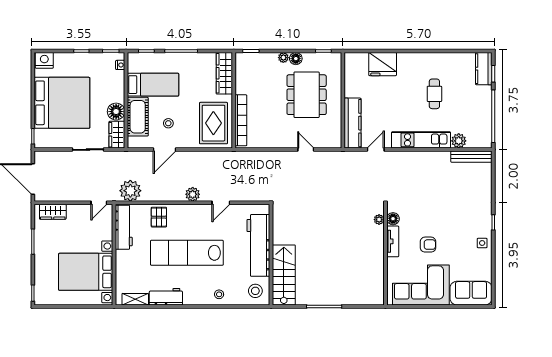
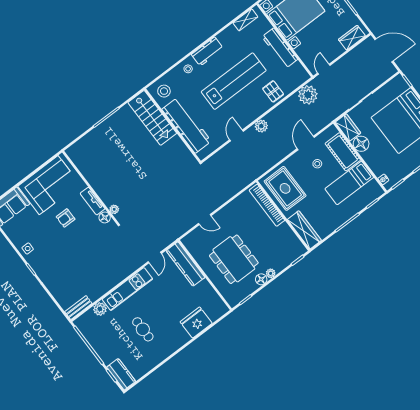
bench: (471, 157) -> (78, 308), width x0.73
workbench: (124, 227) -> (280, 48), moved
workbench: (166, 297) -> (207, 51), moved

